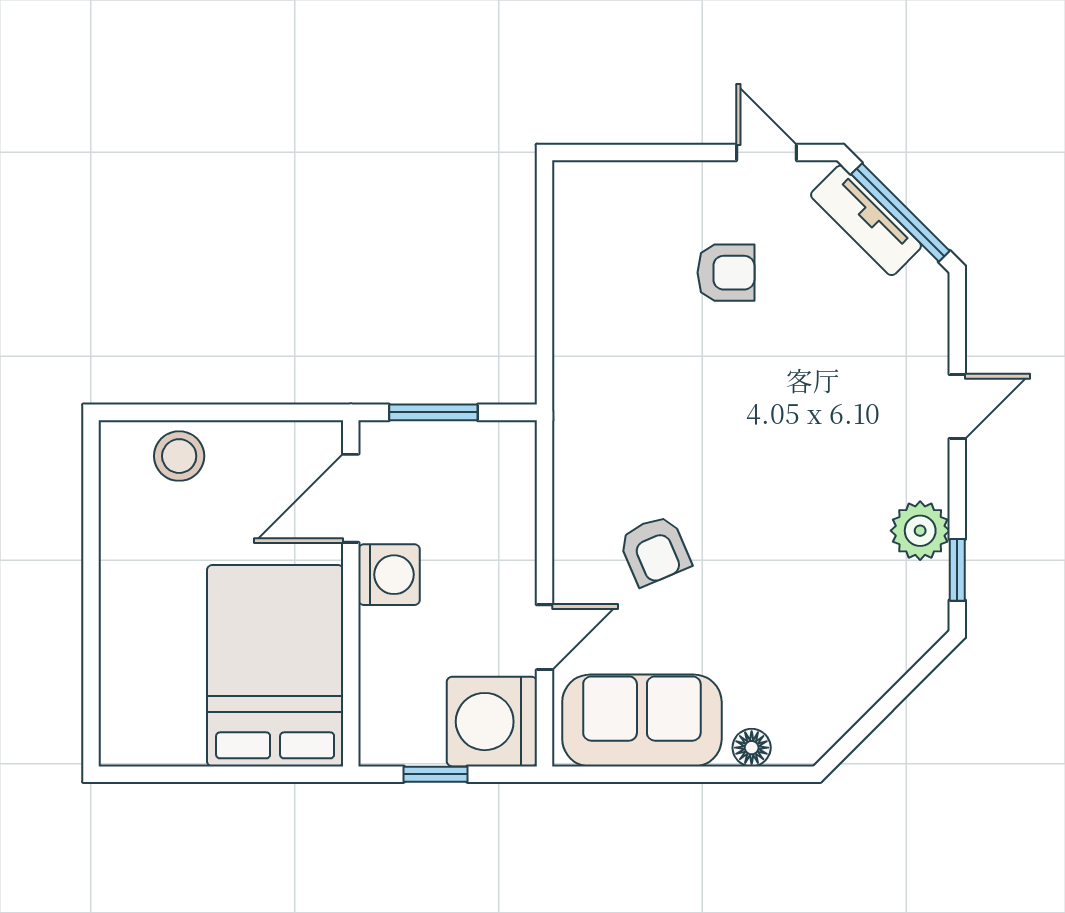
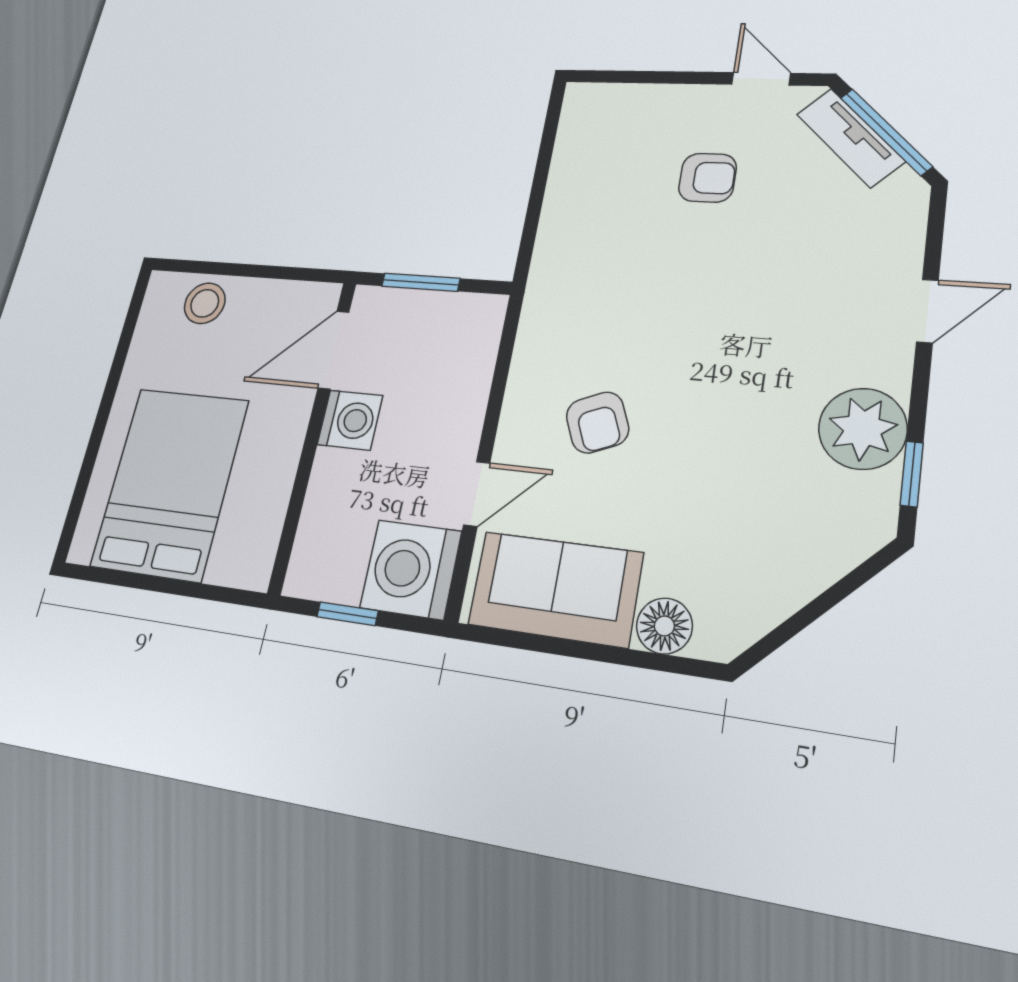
plant: (920, 531) -> (863, 429), width x1.36, depth x1.36
bed: (275, 666) -> (170, 483), moved
floor lamp: (752, 748) -> (664, 626), width x1.37, depth x1.37

